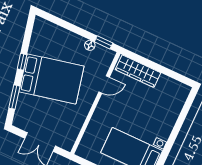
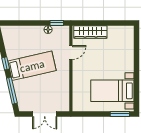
bed: (51, 79) -> (32, 66), width x0.67
window: (14, 97) -> (12, 91), width x1.44

